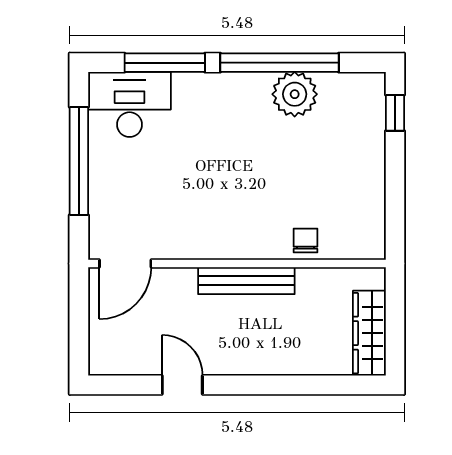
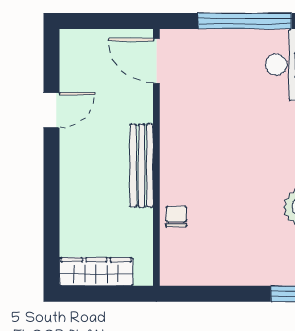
chair: (305, 241) -> (176, 216), turned -90

